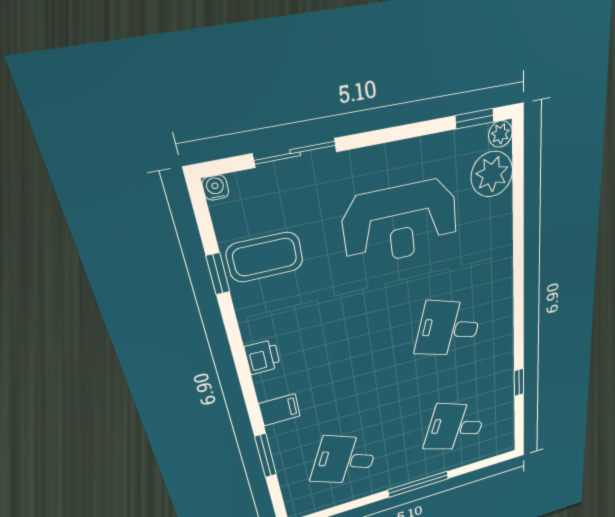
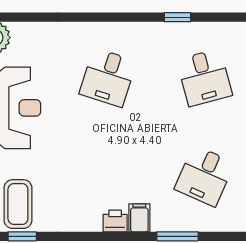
printer: (262, 357) -> (115, 221), moved
desk: (455, 427) -> (204, 78), turned -36

